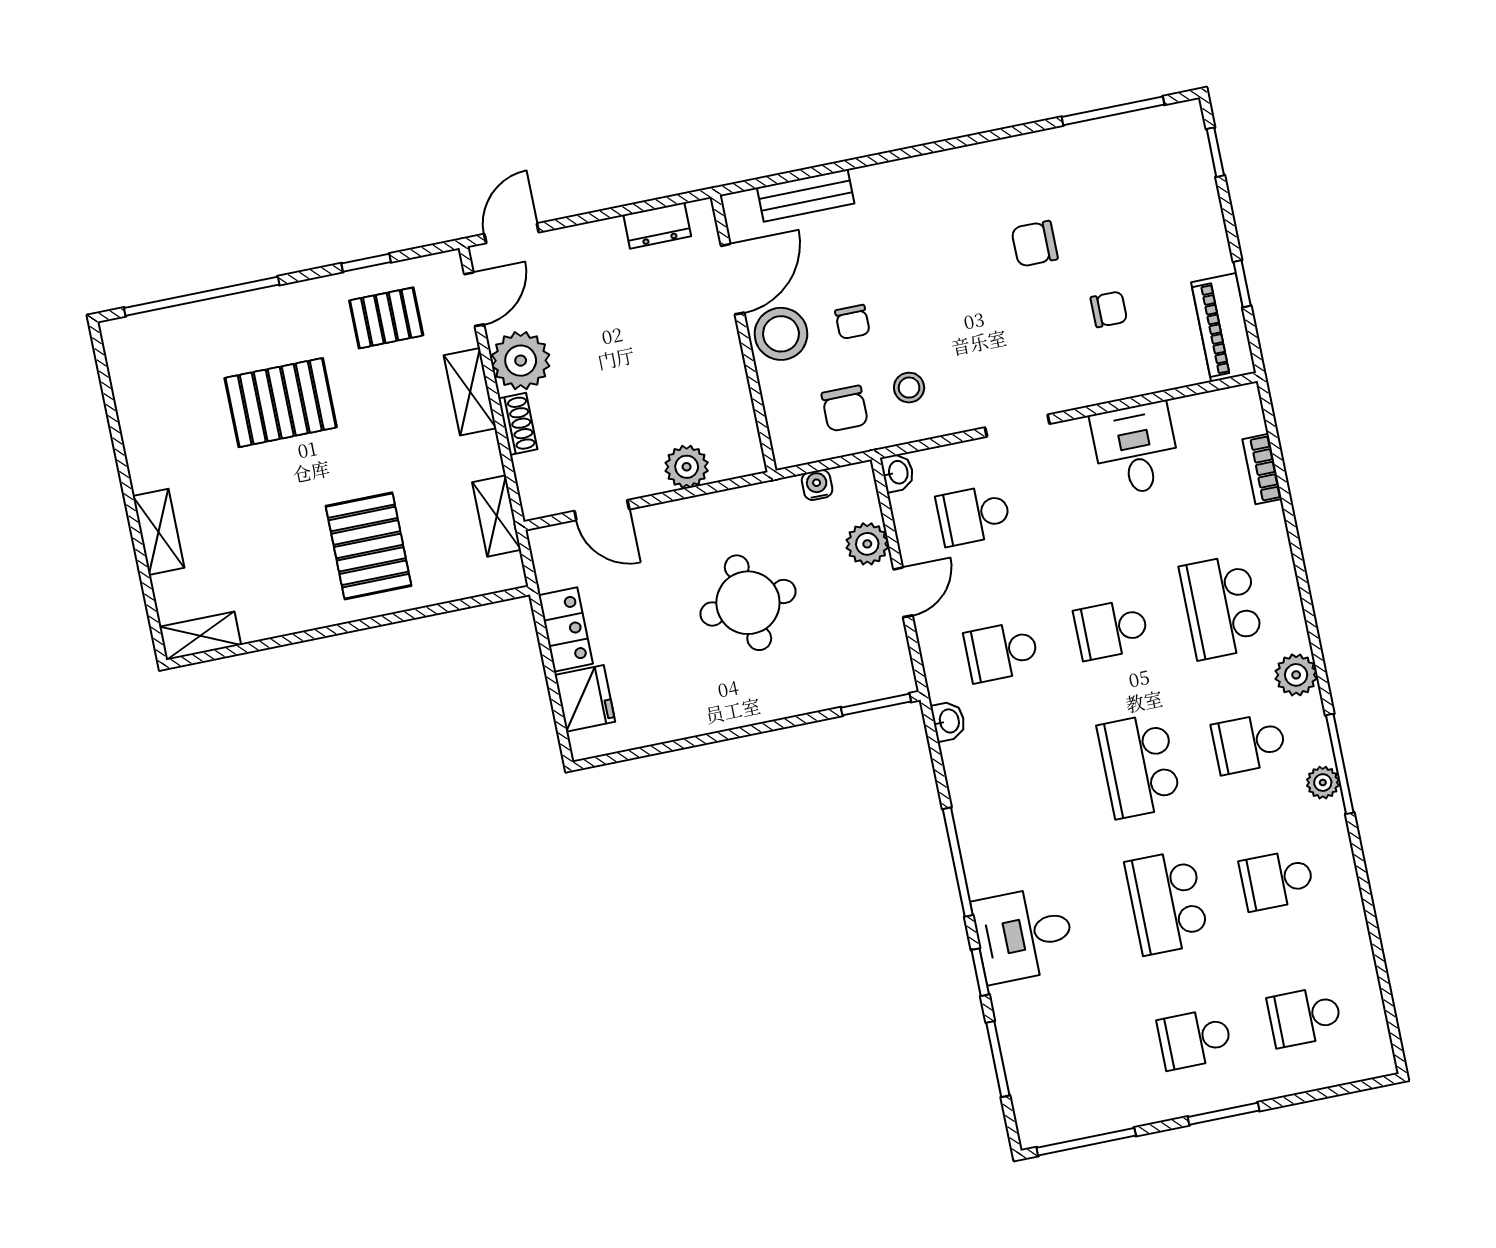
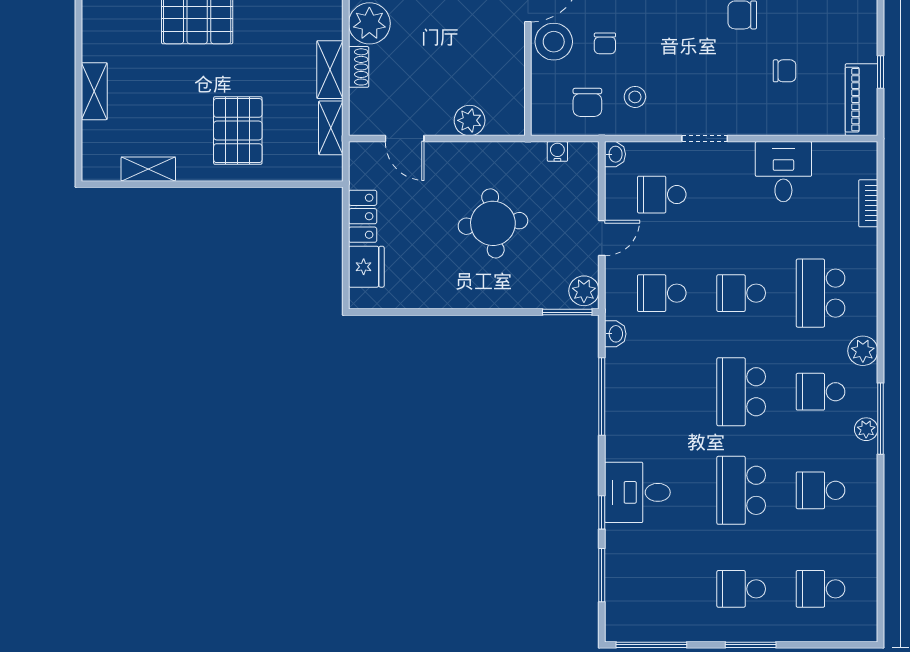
shelving: (470, 392) -> (330, 70), moved
plant: (867, 544) -> (584, 291), moved
shelving: (200, 636) -> (148, 169), moved
window: (958, 862) -> (602, 397), moved

